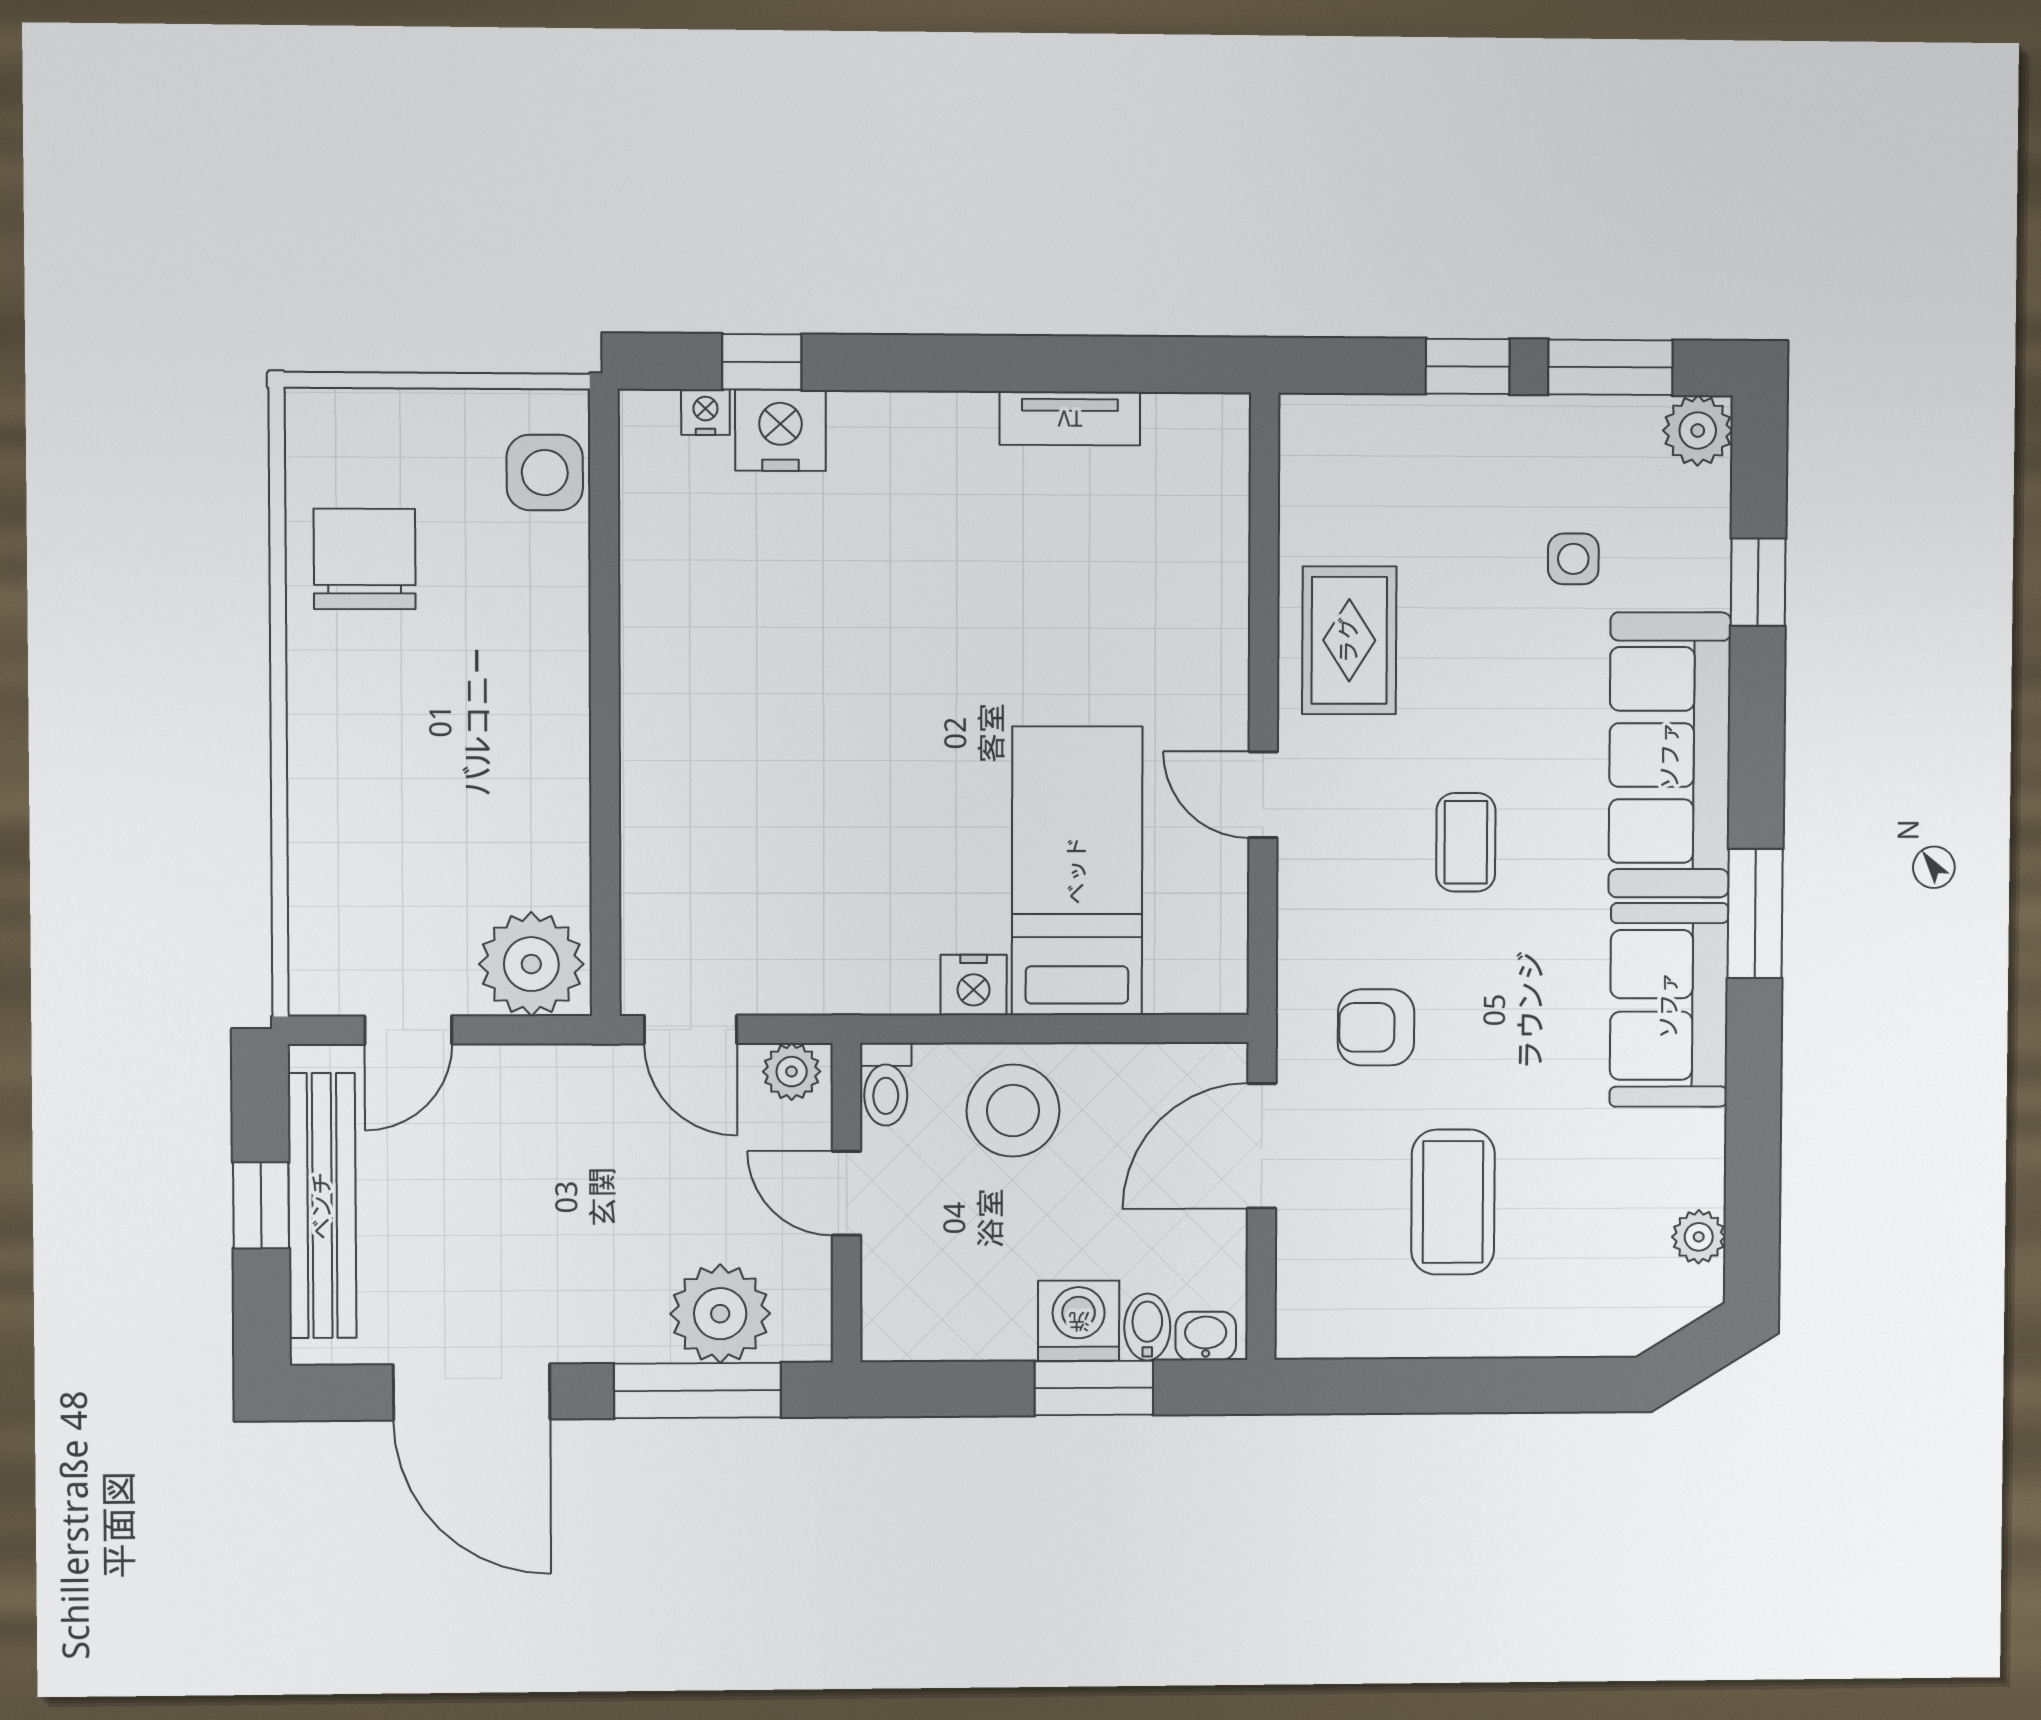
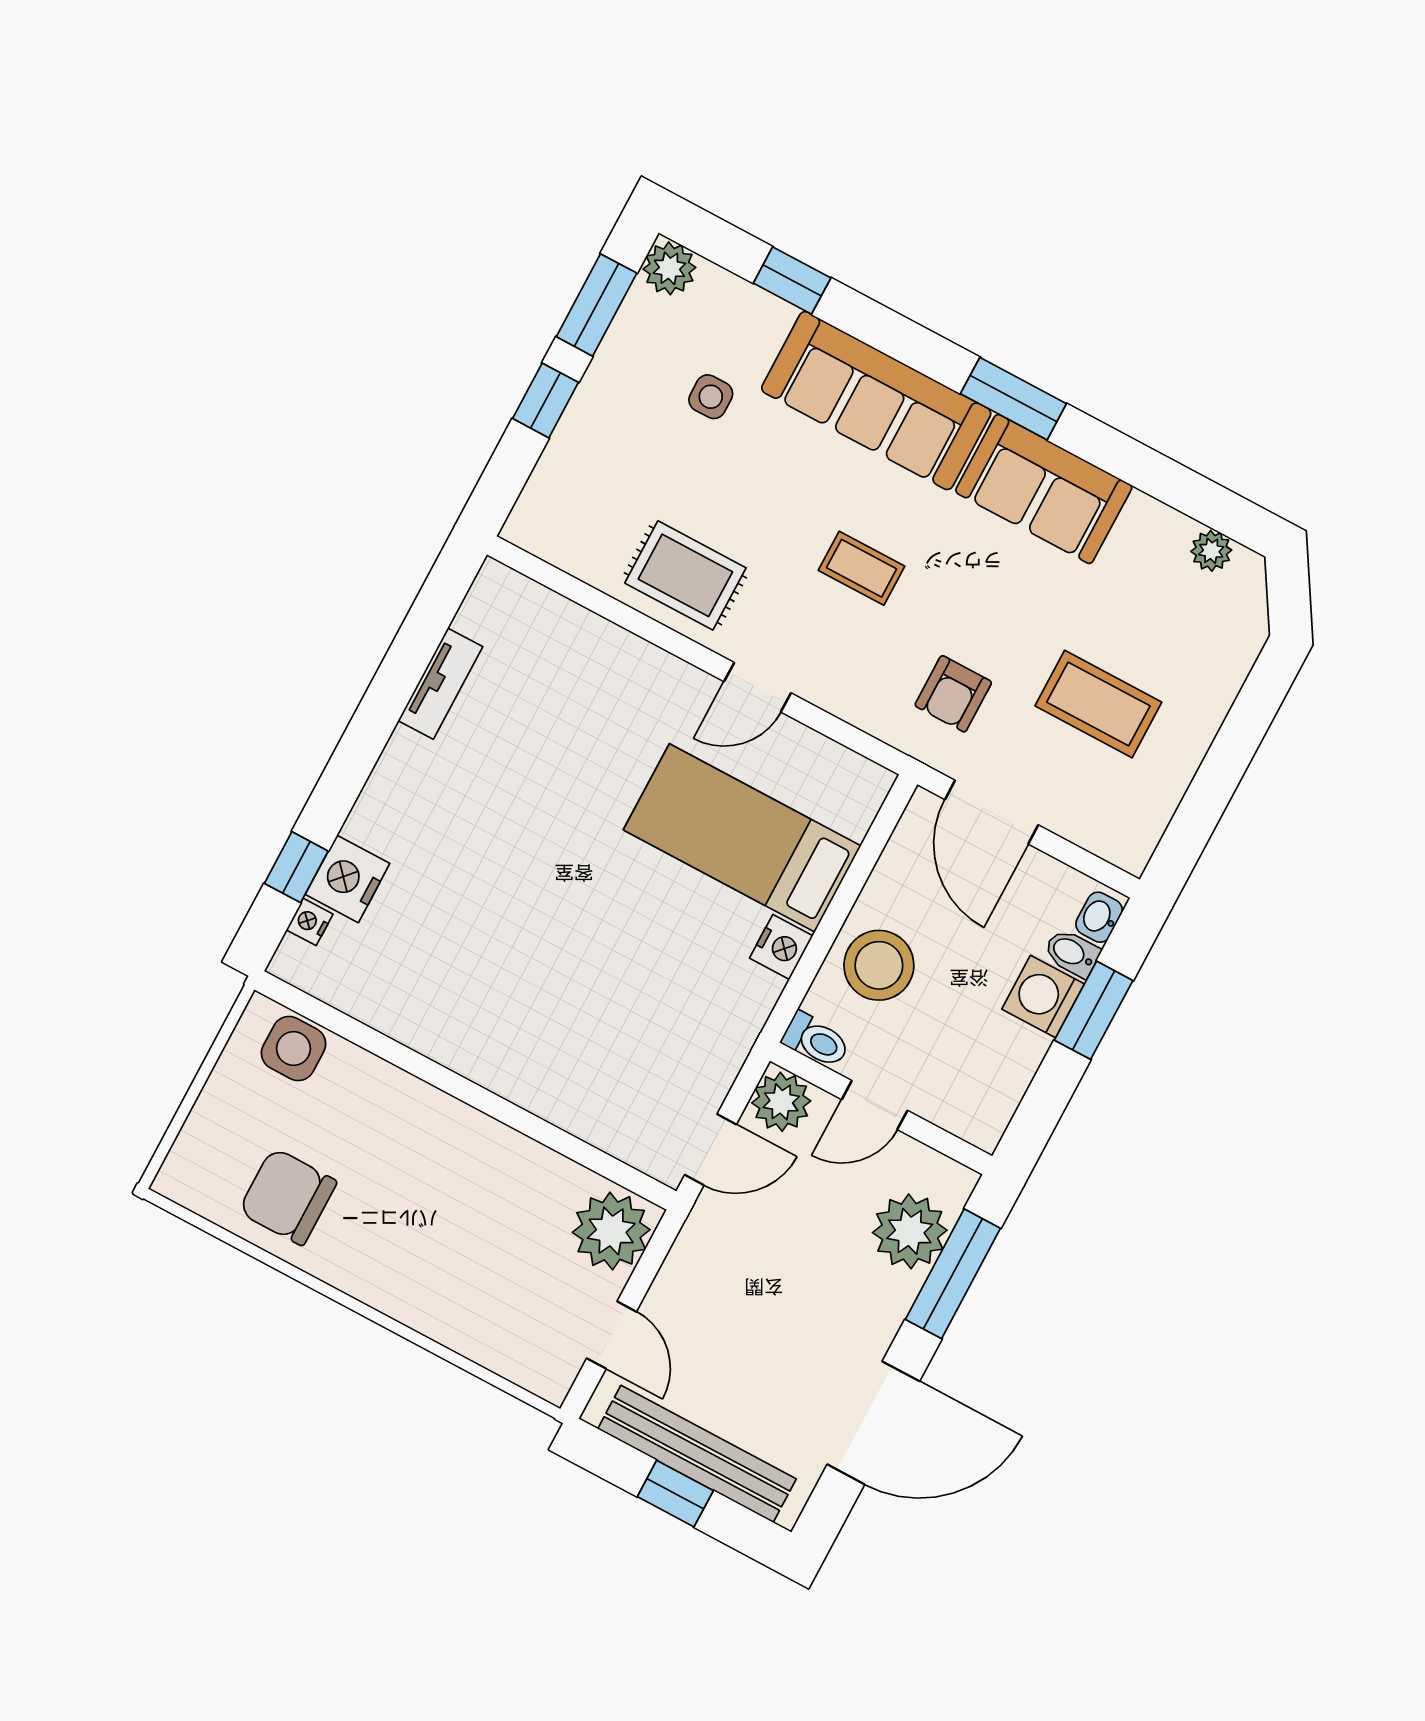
plant: (792, 1072) -> (781, 1102), width x1.38, depth x1.38

